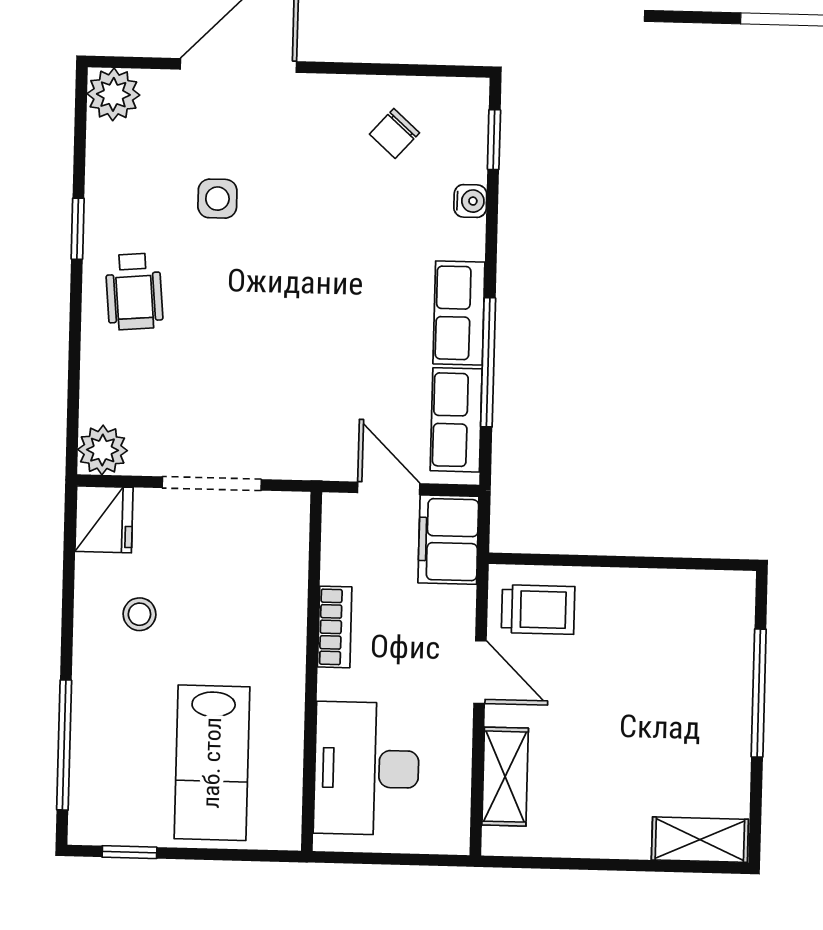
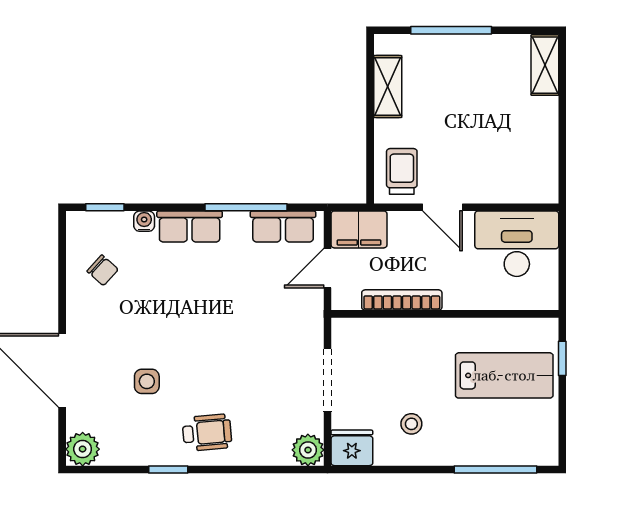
row of seats: (459, 313) -> (190, 226), moved
bookcase: (335, 627) -> (402, 300), width x1.56
door: (480, 672) -> (442, 207), swing flipped
desk: (367, 768) -> (517, 244), moved, turned 180
shelving: (505, 777) -> (388, 86), moved, turned 90
window: (129, 852) -> (562, 358), moved

